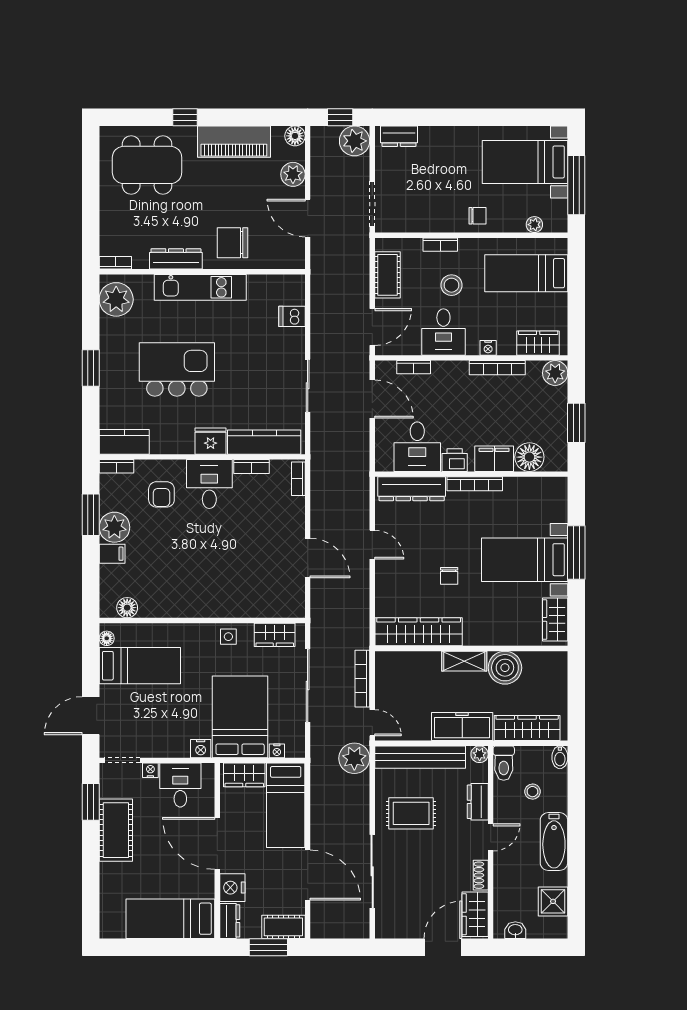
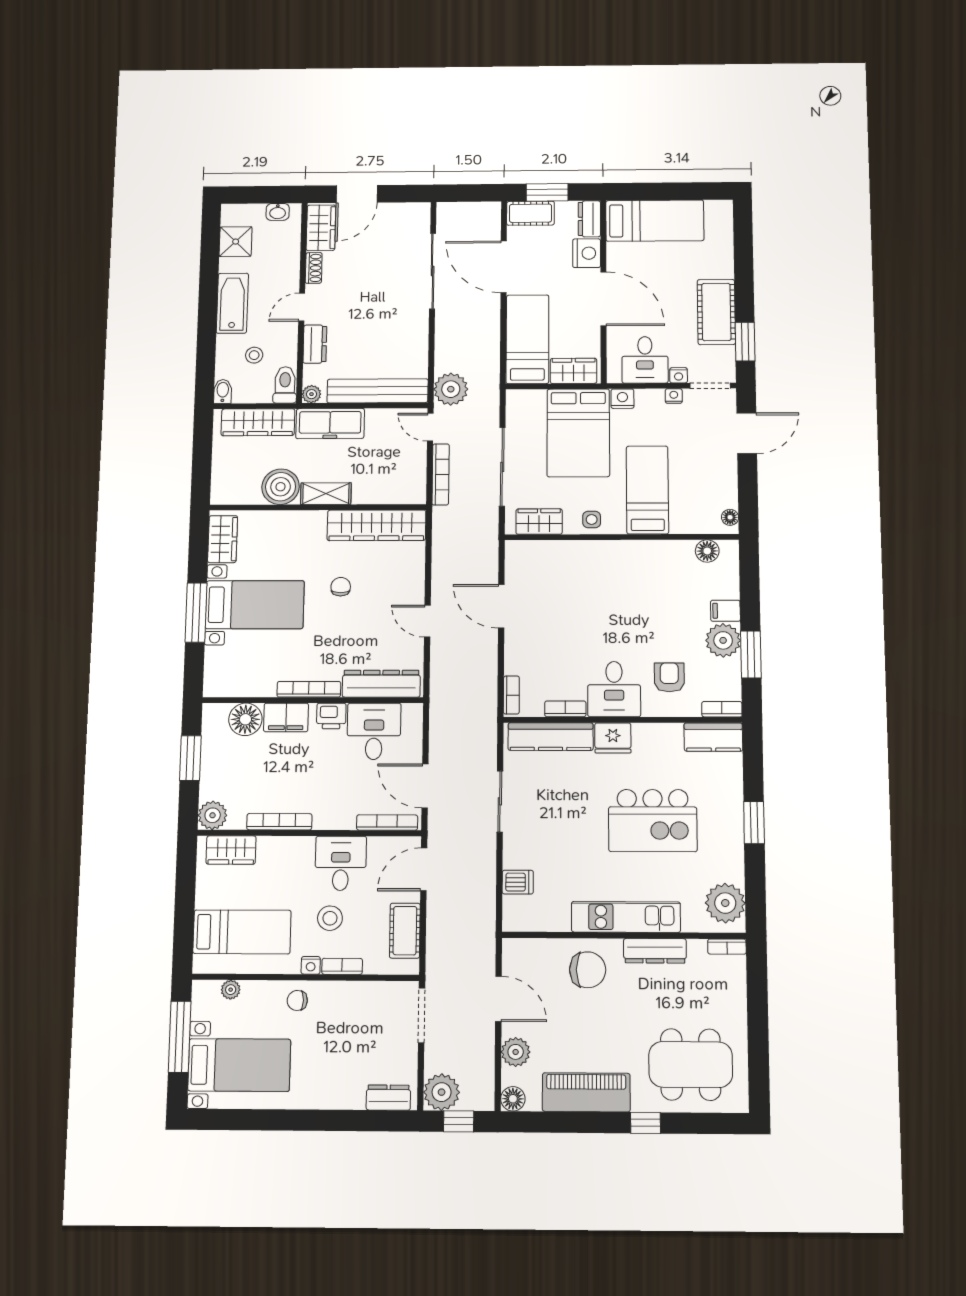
nightstand: (488, 348) -> (311, 965), moved, turned 180
bookcase: (414, 367) -> (387, 823), width x1.56
bed: (140, 666) -> (647, 490), moved, turned 90
nightstand: (277, 751) -> (674, 396), moved
rug: (411, 813) -> (389, 331), removed

